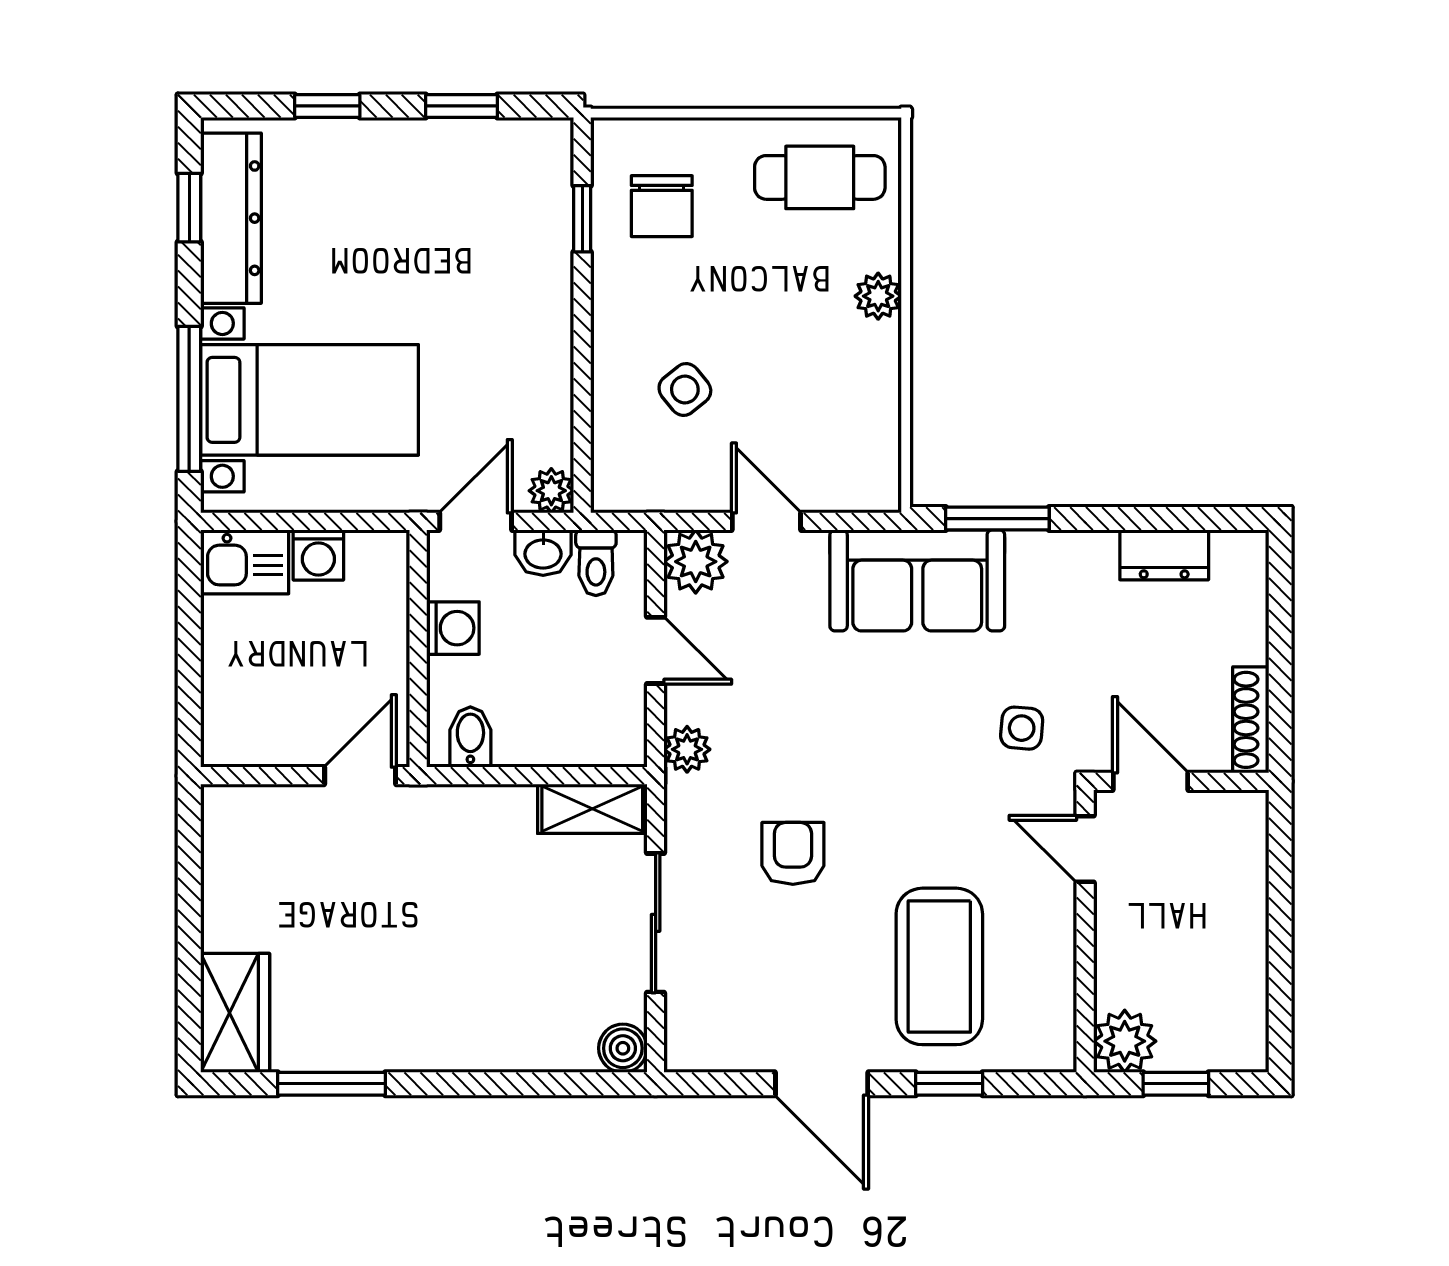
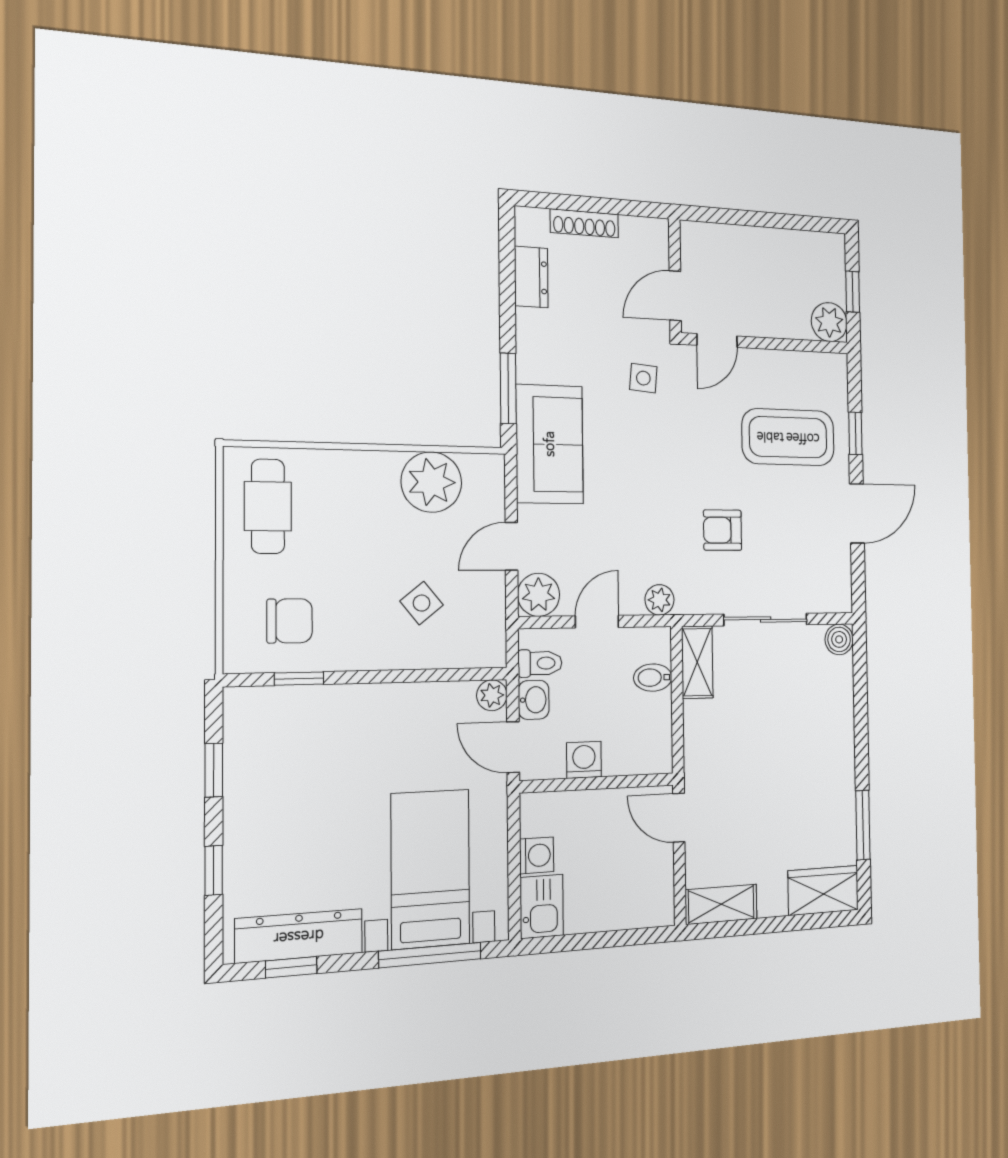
plant: (878, 296) -> (431, 482), moved, width x1.87, depth x1.87
shoe rack: (1251, 720) -> (584, 223), moved
bidet: (470, 737) -> (653, 678), moved
shelving: (227, 842) -> (721, 904), added

